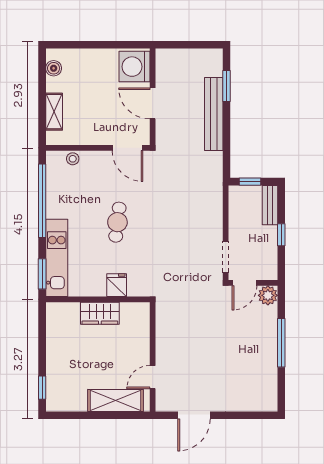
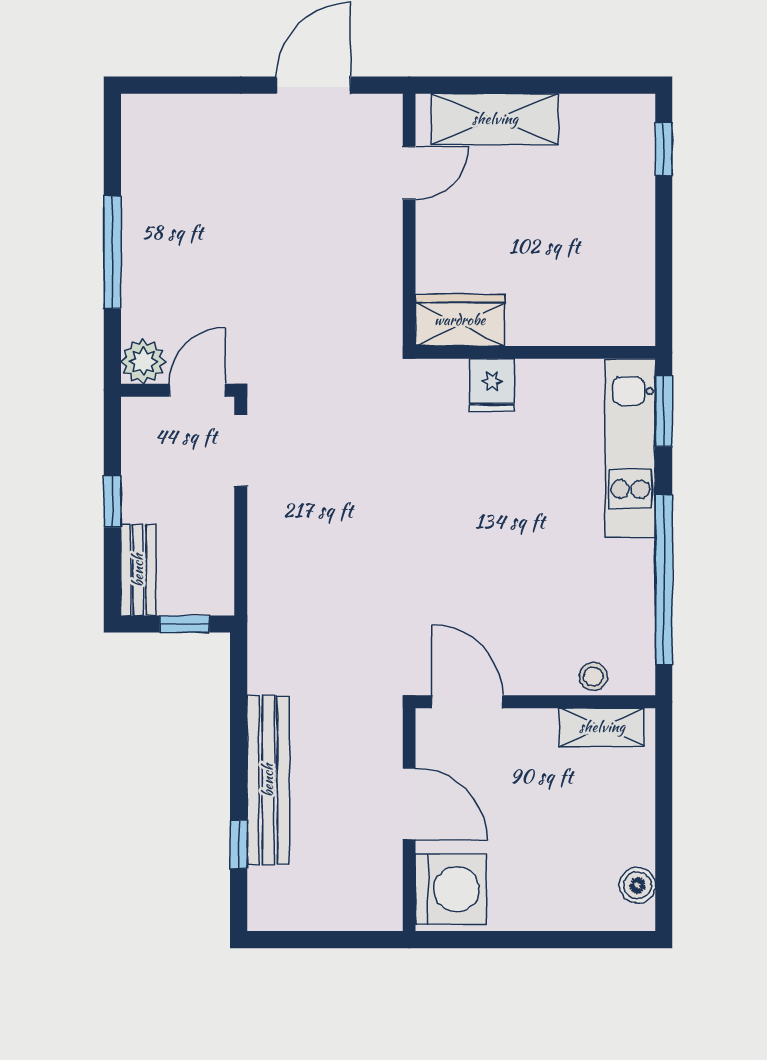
window: (226, 86) -> (239, 844), width x0.67
shelving: (54, 112) -> (602, 727), moved, turned 90
cafe table: (117, 222) -> (490, 530), removed
wardrobe: (100, 313) -> (460, 320), moved

